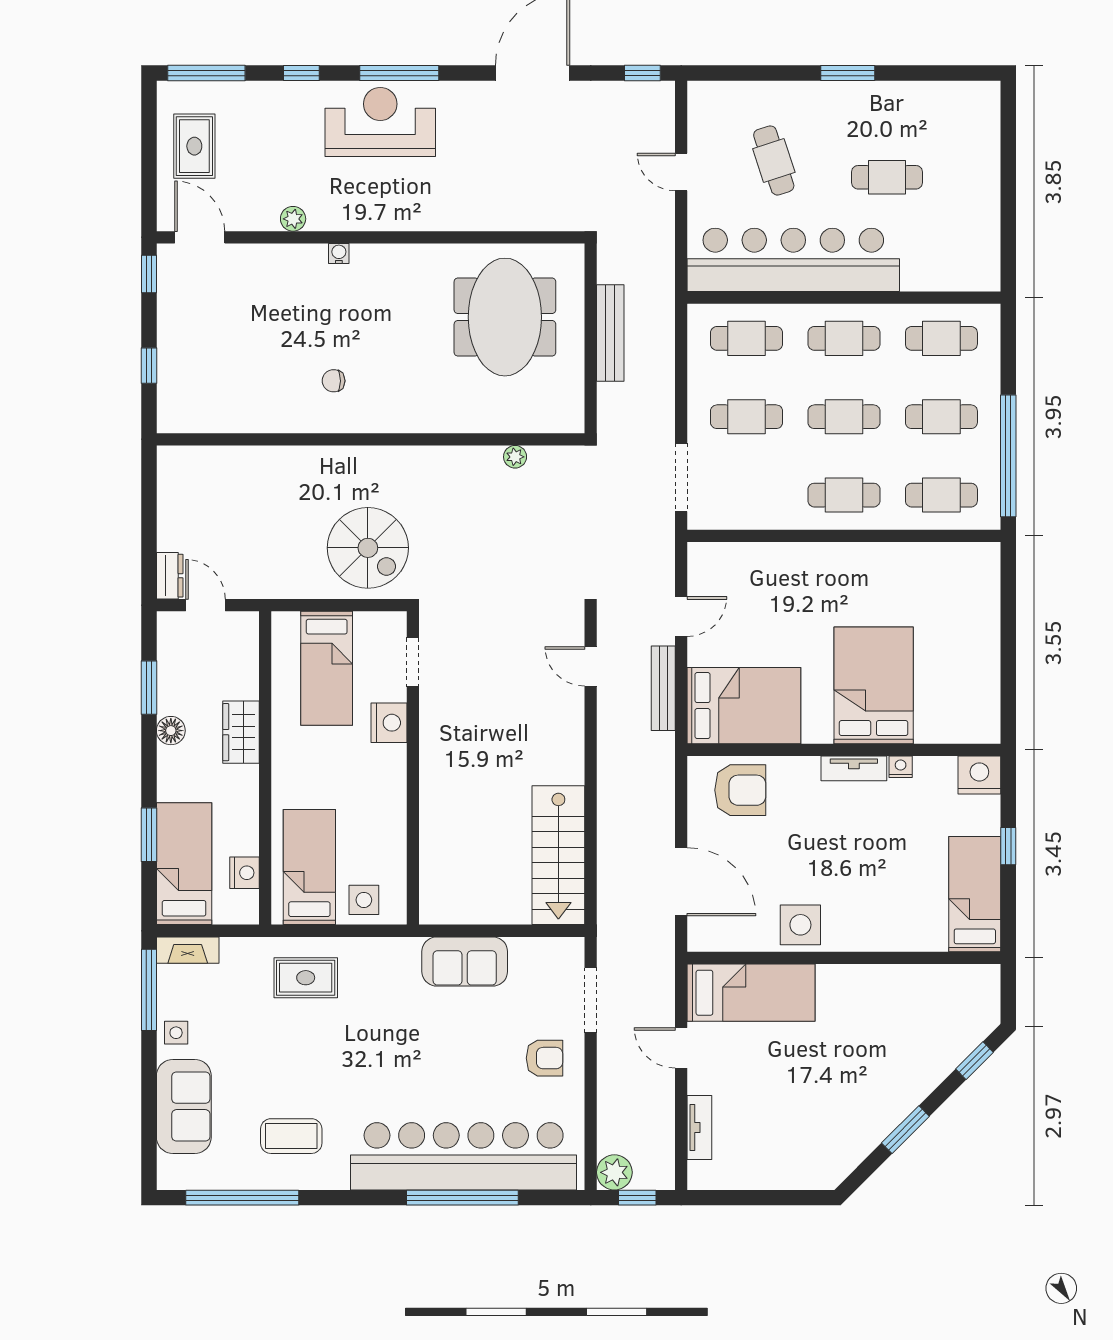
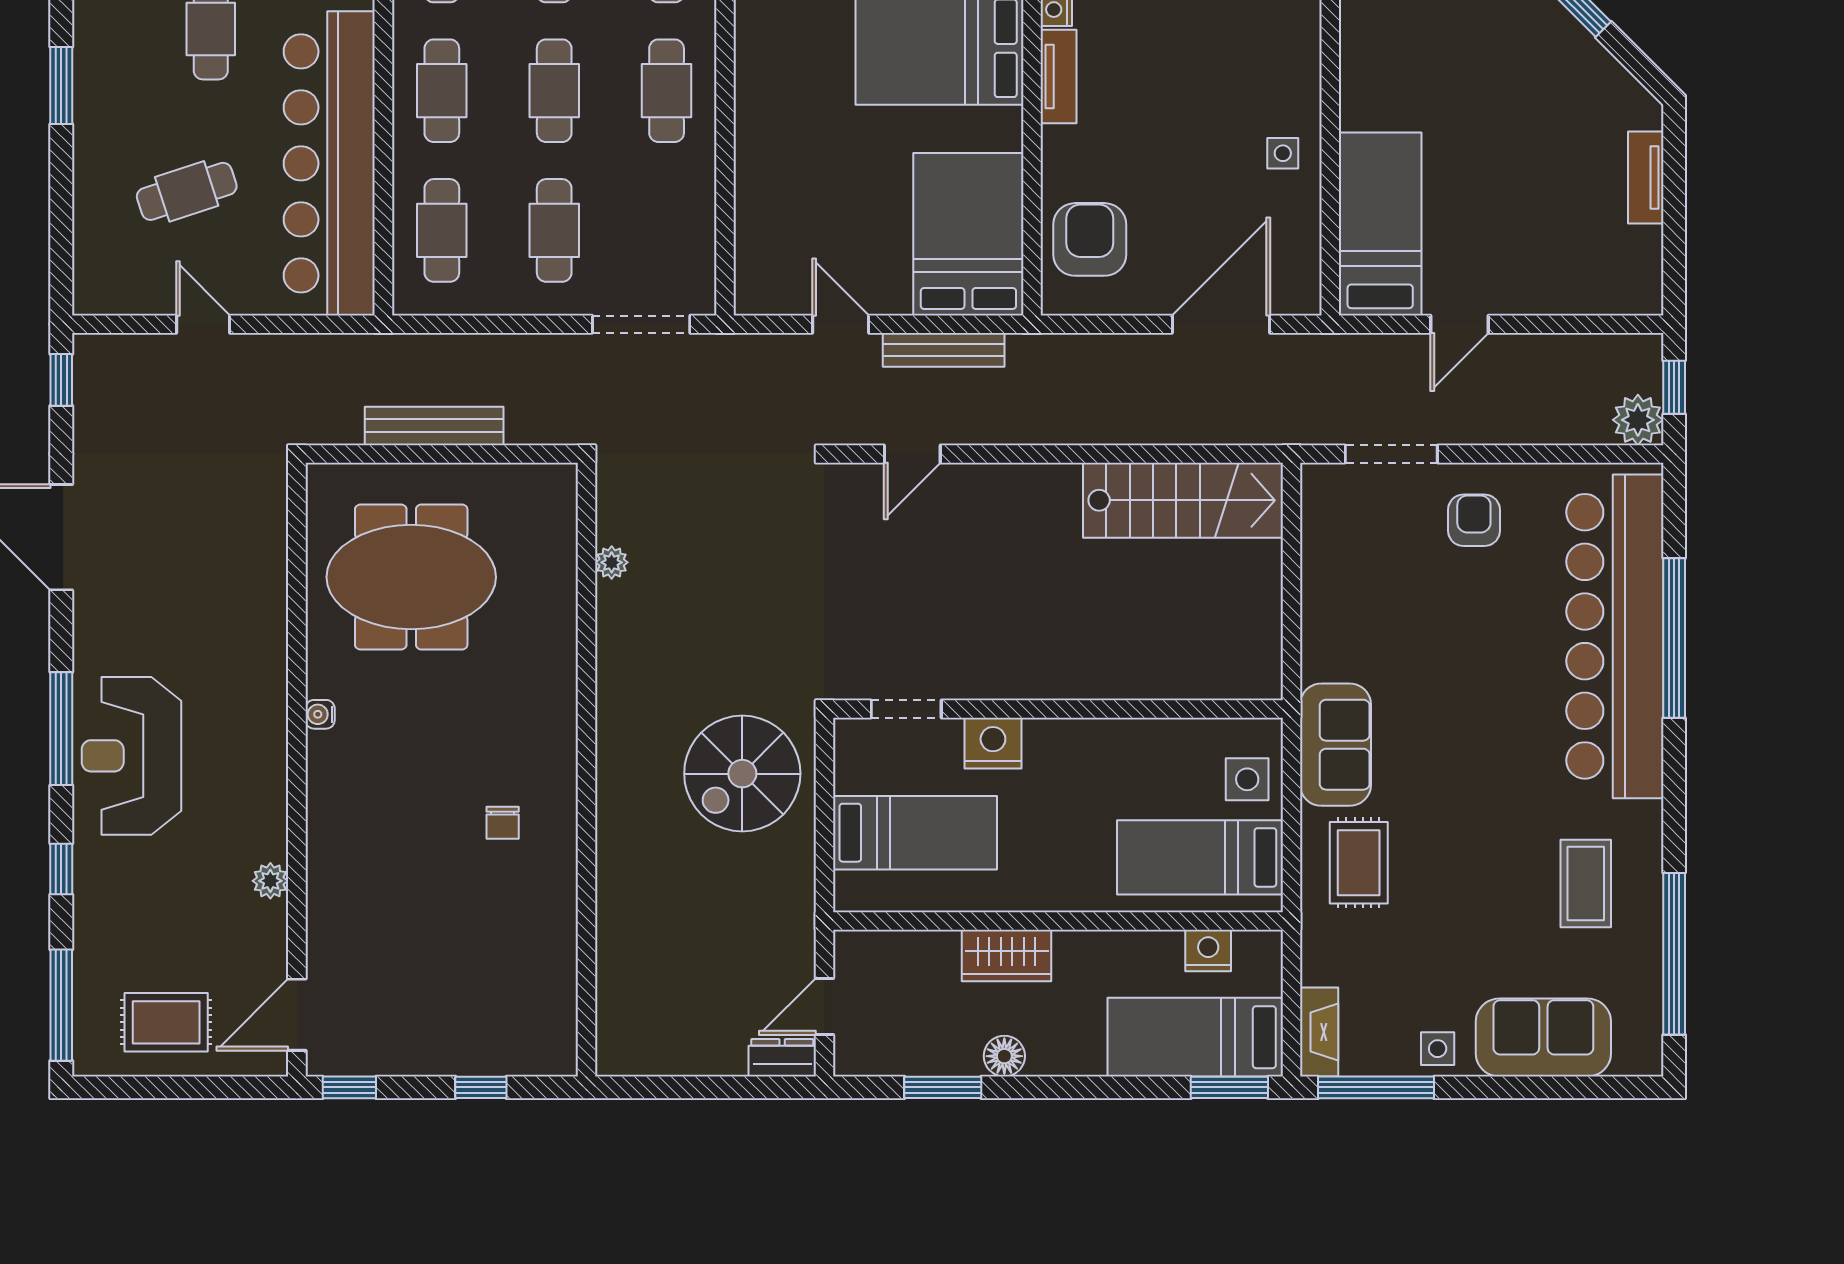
door: (681, 172) -> (203, 324), swing flipped
water cooler: (339, 253) -> (320, 714), moved
spiral stairs: (368, 548) -> (742, 774), turned 180
window: (149, 835) -> (1229, 1087), moved
side table: (800, 925) -> (1283, 153), width x0.54, depth x0.54
sofa: (465, 962) -> (1335, 745), moved
tv unit: (699, 1128) -> (1646, 177), moved, turned -90

